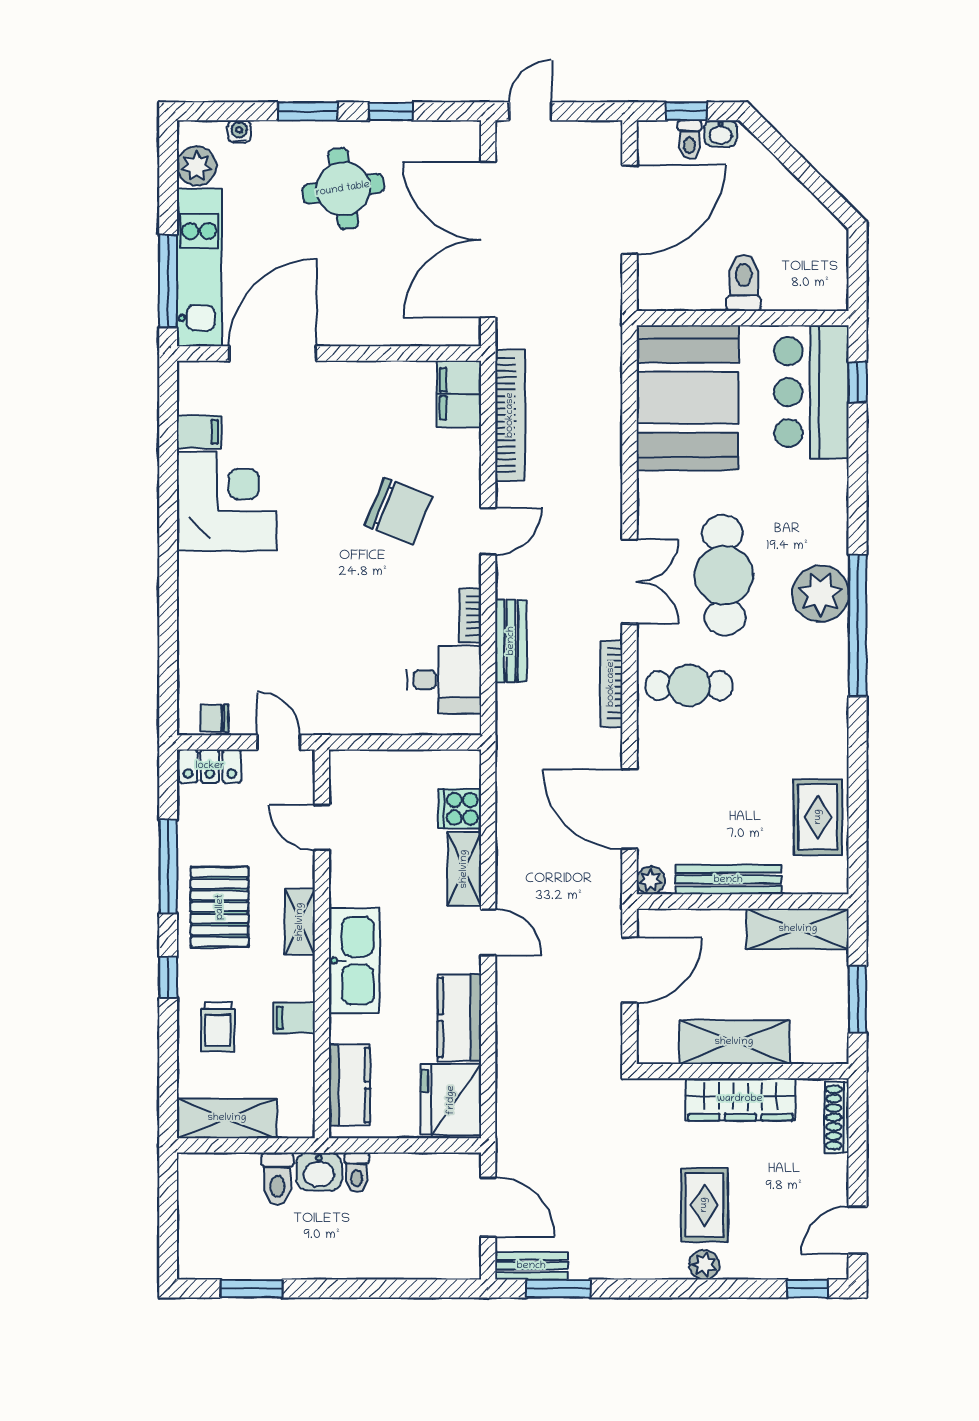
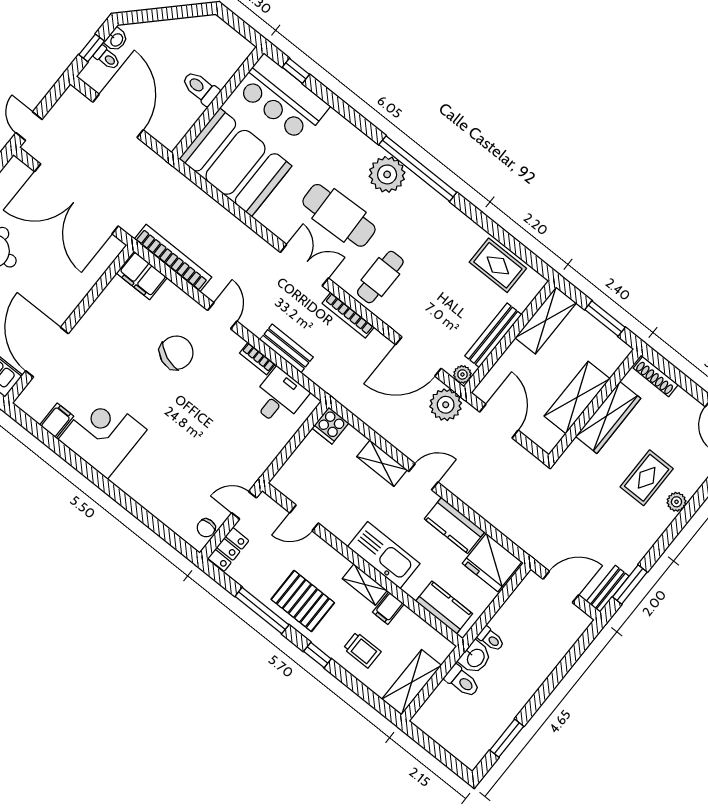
cooker: (460, 809) -> (330, 426), moved
plant: (597, 889) -> (446, 405), added
shelving: (300, 922) -> (365, 585), moved
rug: (704, 1205) -> (647, 478), turned 90

